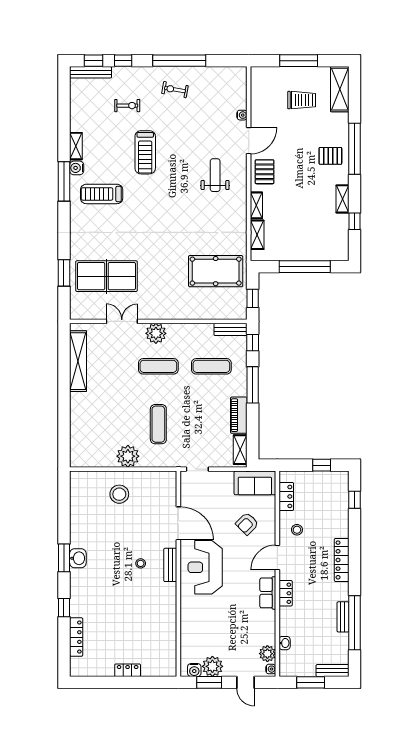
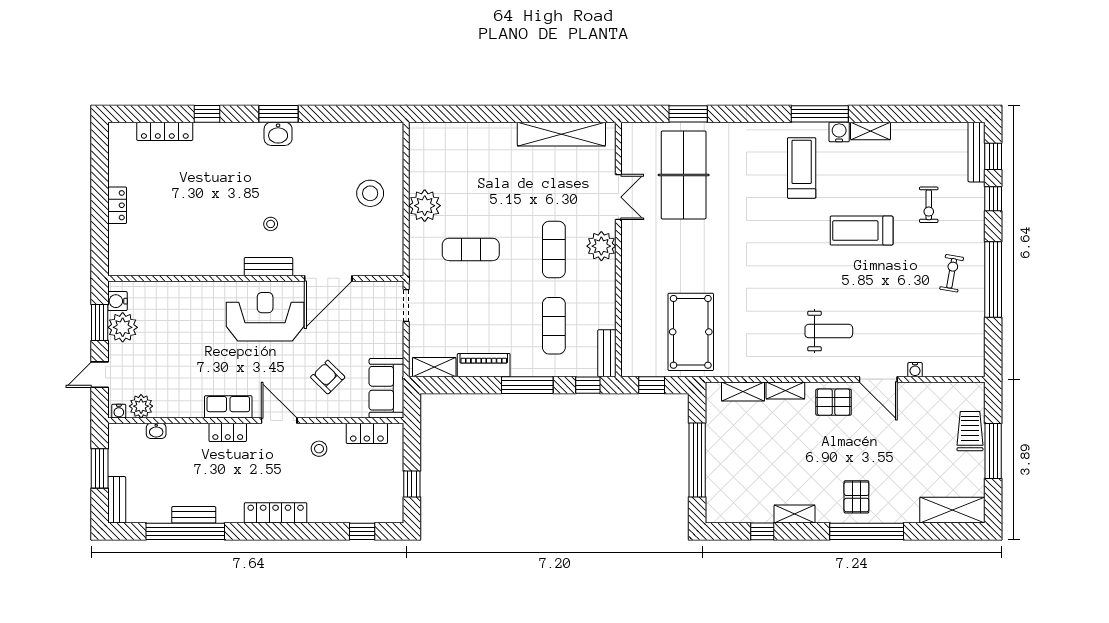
trolley: (302, 100) -> (970, 431), moved, turned 180

